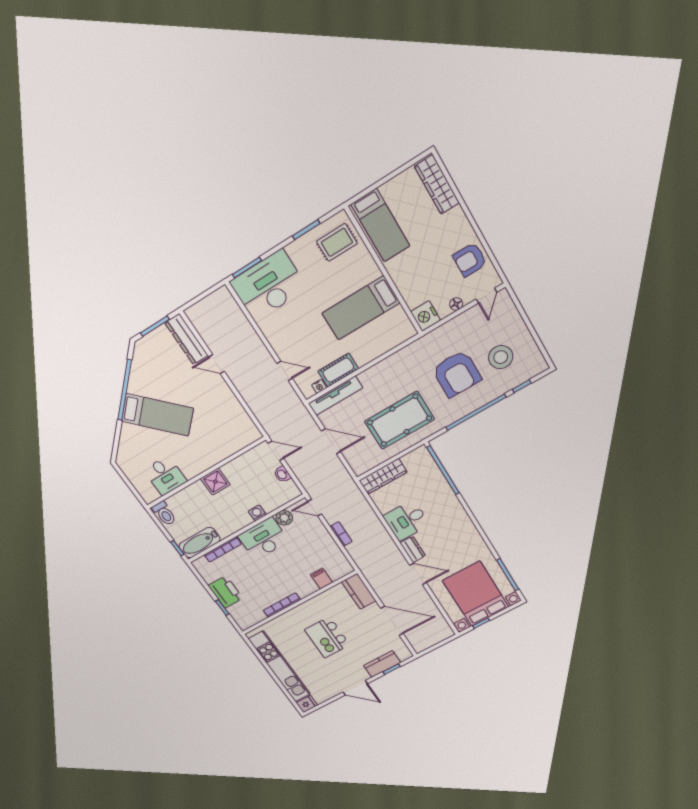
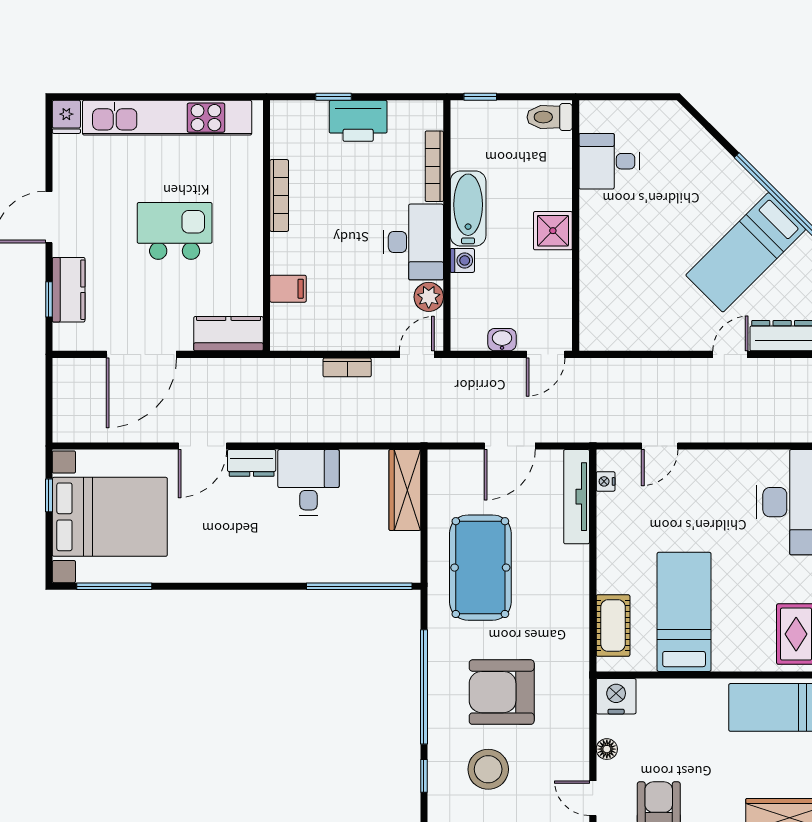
cot: (338, 370) -> (613, 626), moved
bed: (157, 415) -> (746, 252), moved
bathtub: (200, 543) -> (468, 208), moved

